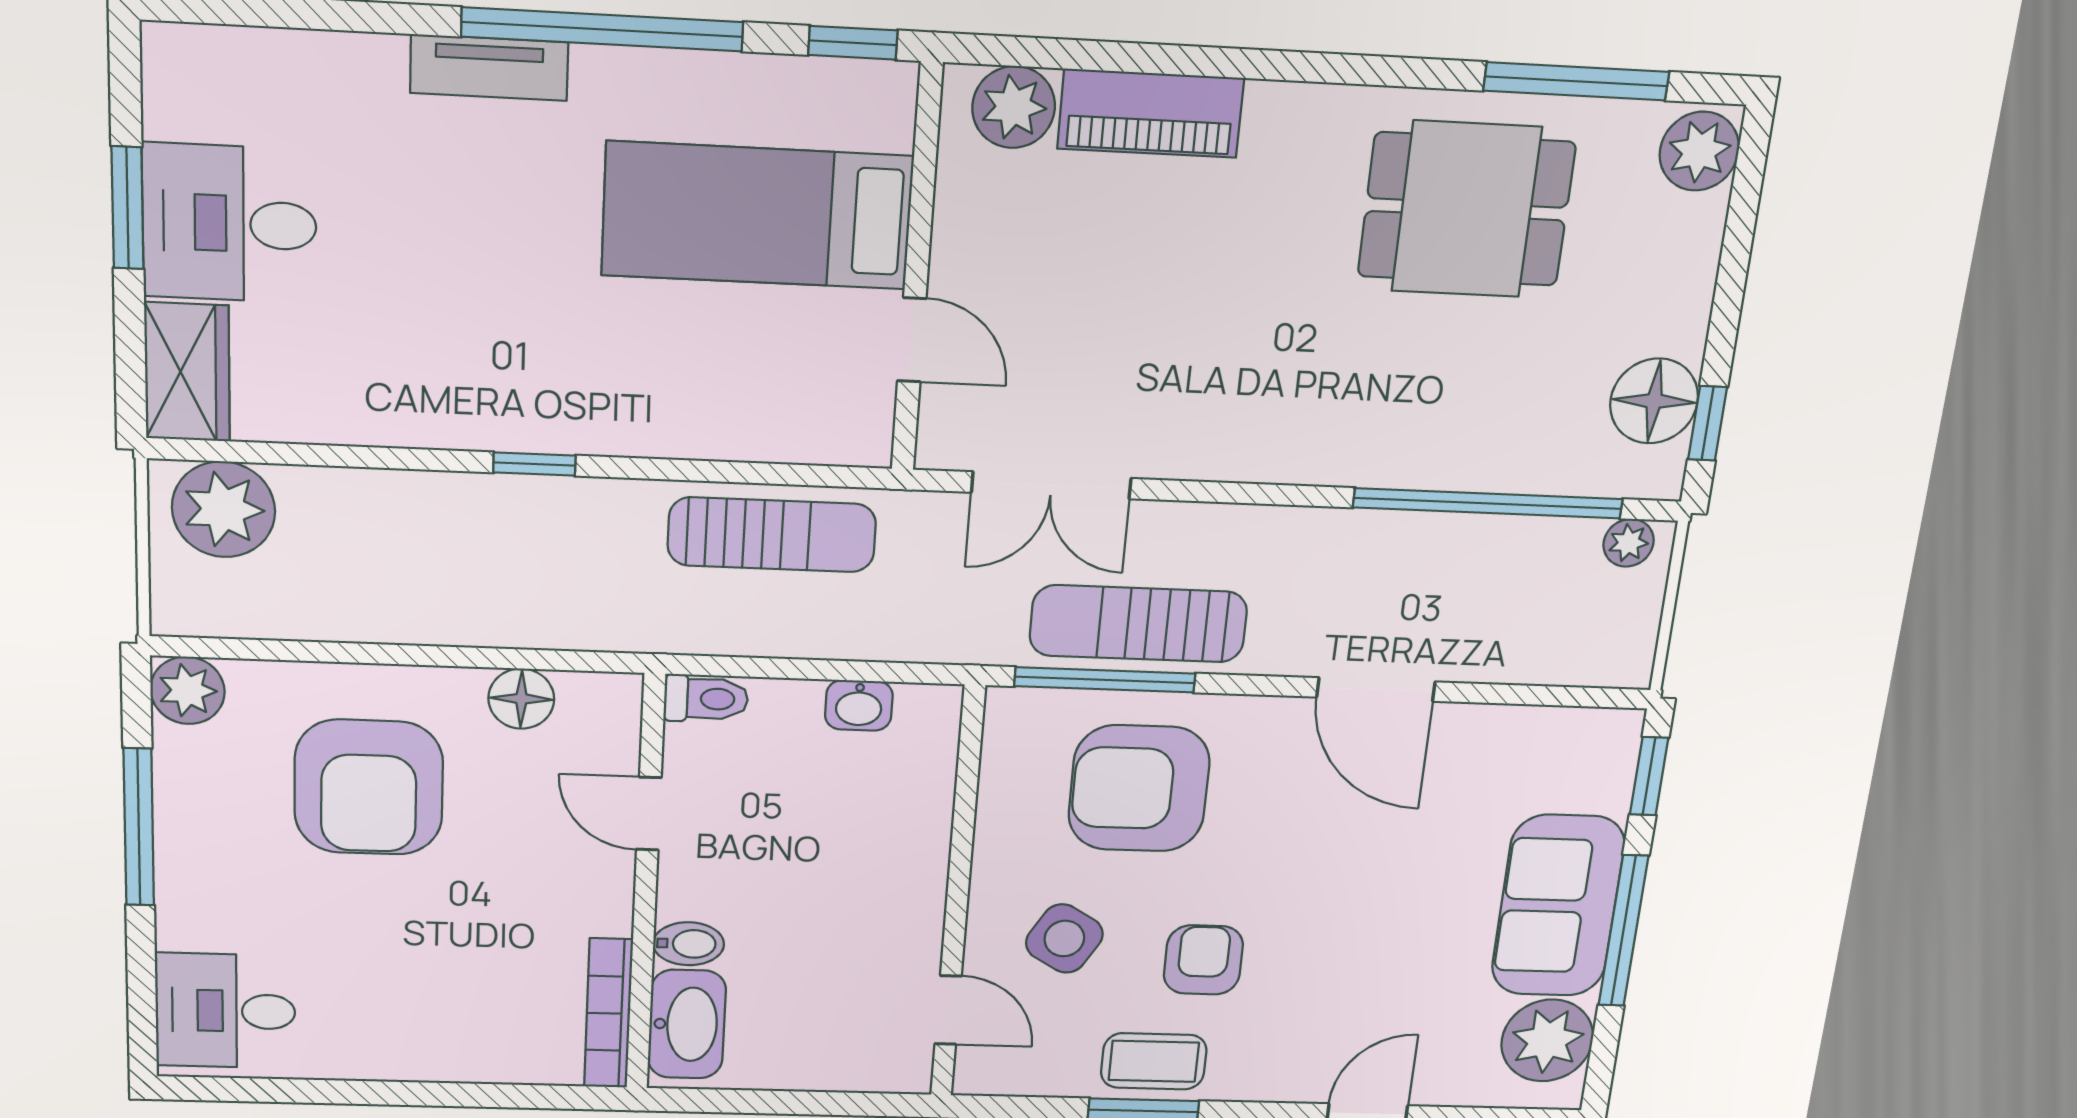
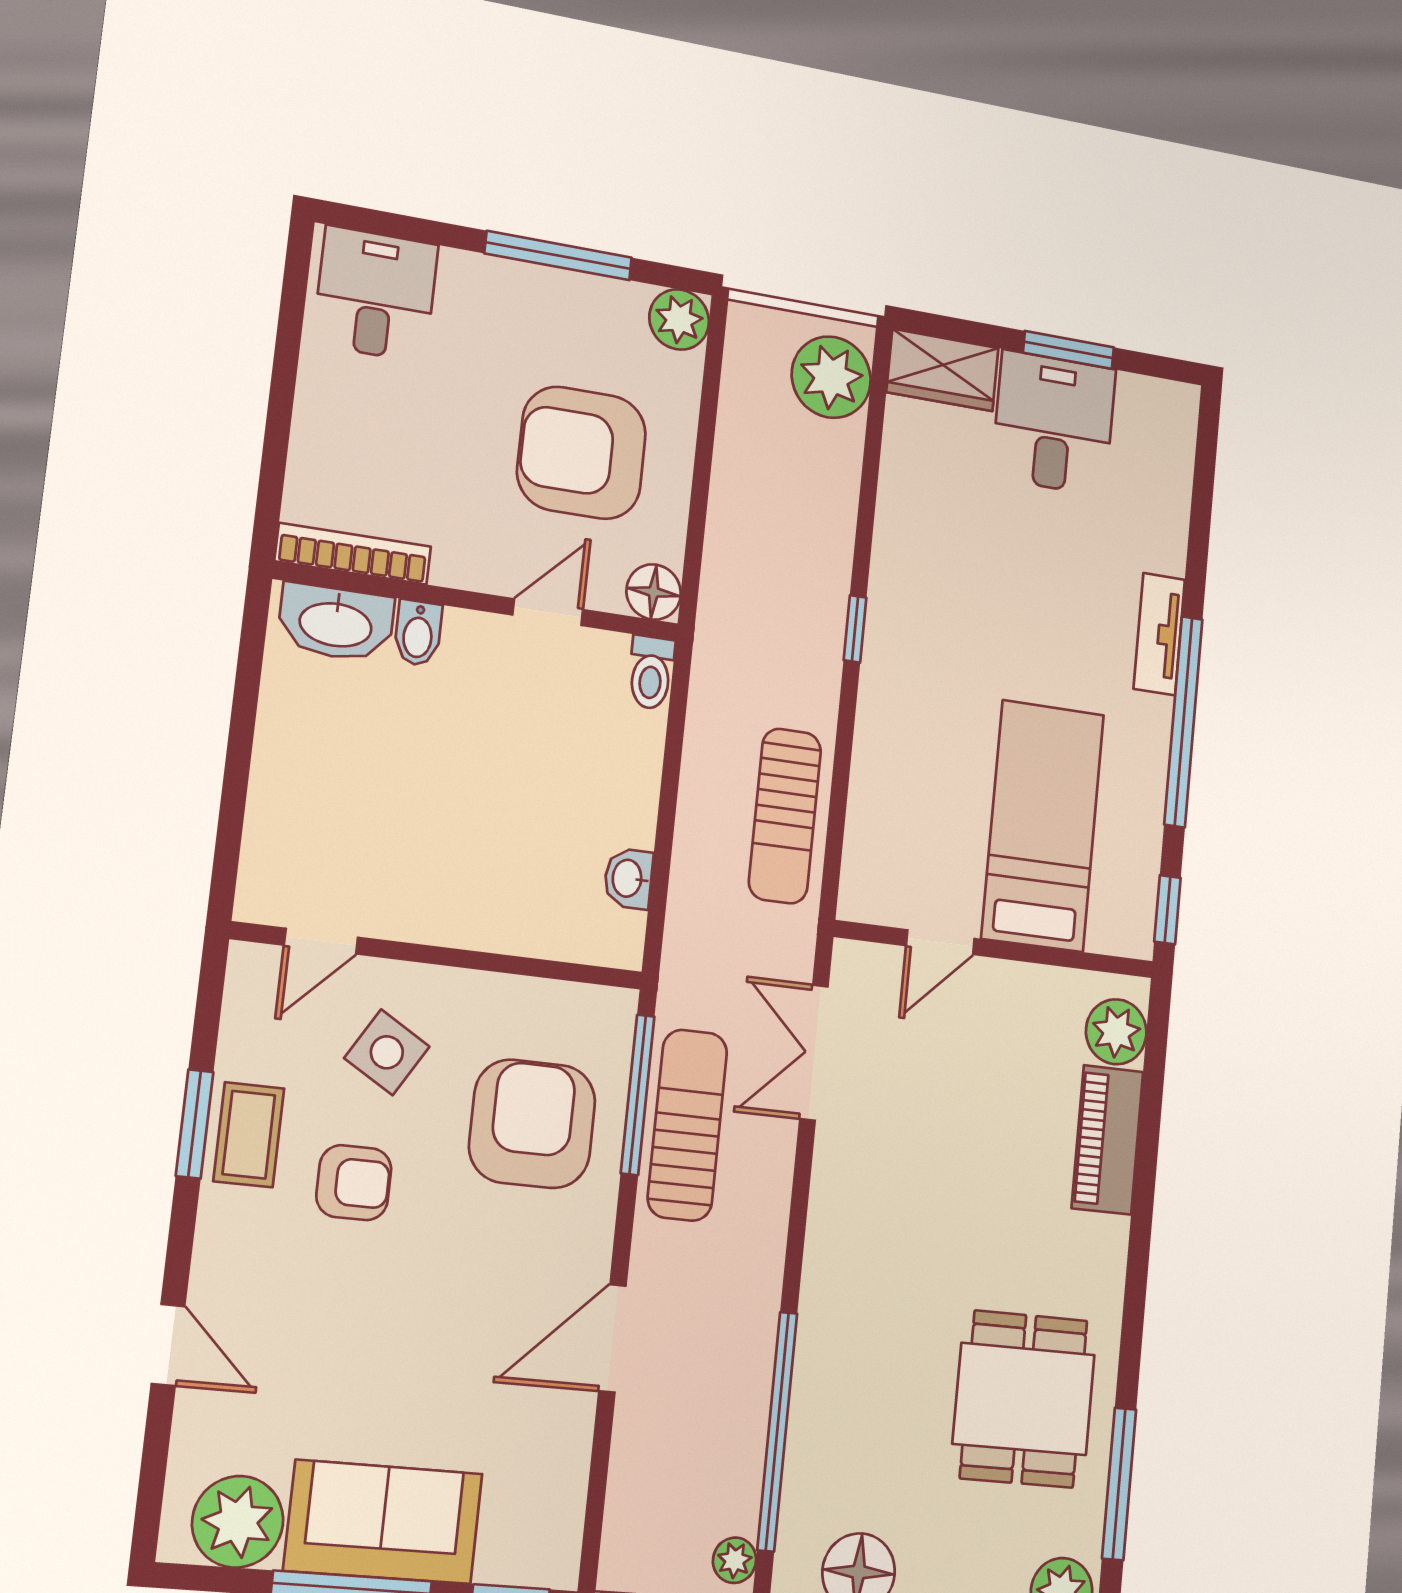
toilet: (706, 699) -> (651, 673), moved
door: (649, 814) -> (548, 612), moved
wall: (646, 886) -> (478, 602), moved
bidet: (689, 944) -> (418, 633), moved
bookcase: (608, 1013) -> (353, 554), moved
washbasin: (687, 1024) -> (336, 623), moved

